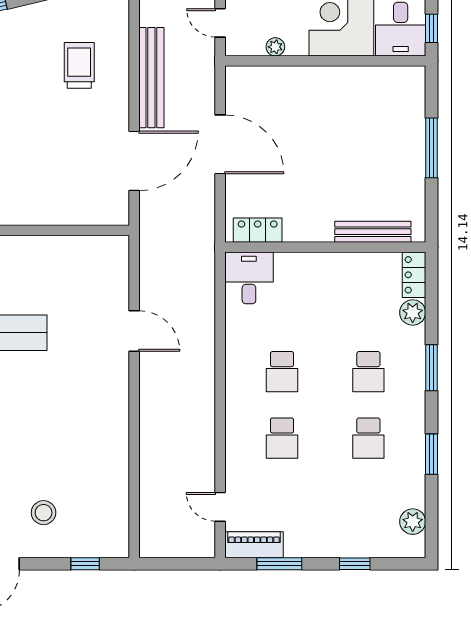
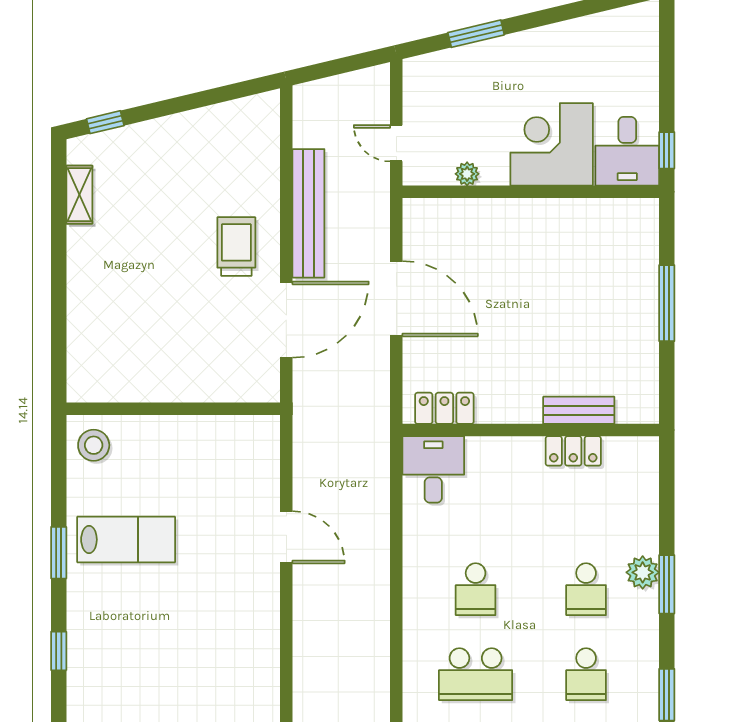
trolley: (79, 65) -> (236, 247), moved
bench: (373, 232) -> (579, 410), width x0.73
locker: (414, 275) -> (573, 451), moved, turned -90
plant: (413, 312) -> (643, 572), moved
school desk: (282, 438) -> (476, 674), width x1.85

